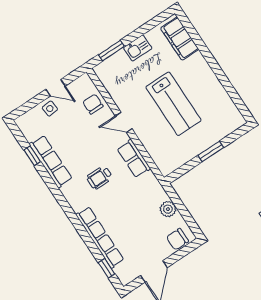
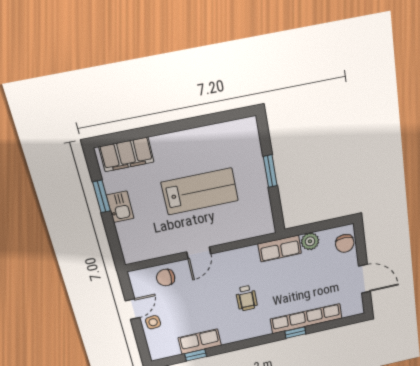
window: (111, 51) -> (102, 196), moved
row of seats: (134, 159) -> (280, 249), moved
row of seats: (51, 161) -> (200, 342), width x0.68
window: (107, 268) -> (295, 333), moved

